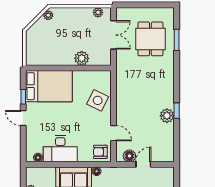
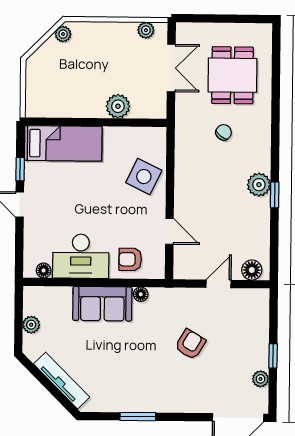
window: (177, 40) -> (276, 77), removed
chair: (145, 73) -> (224, 132), added
bed: (49, 86) -> (63, 143), width x0.67
plant: (167, 116) -> (259, 185), moved
armchair: (100, 152) -> (130, 259), moved
floor lamp: (129, 156) -> (252, 270), moved

